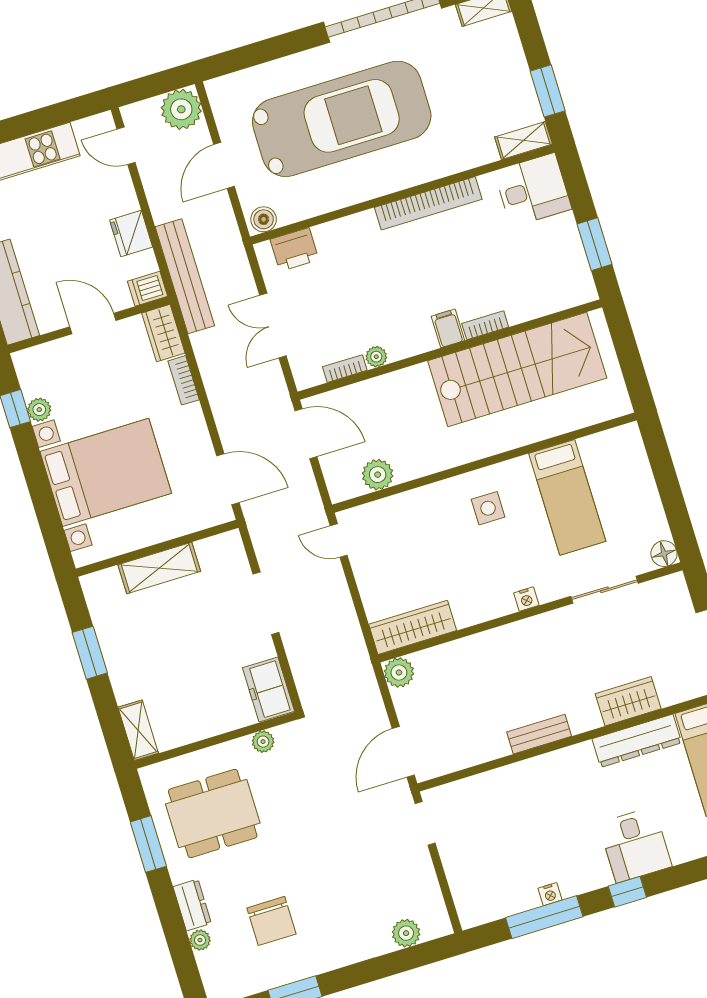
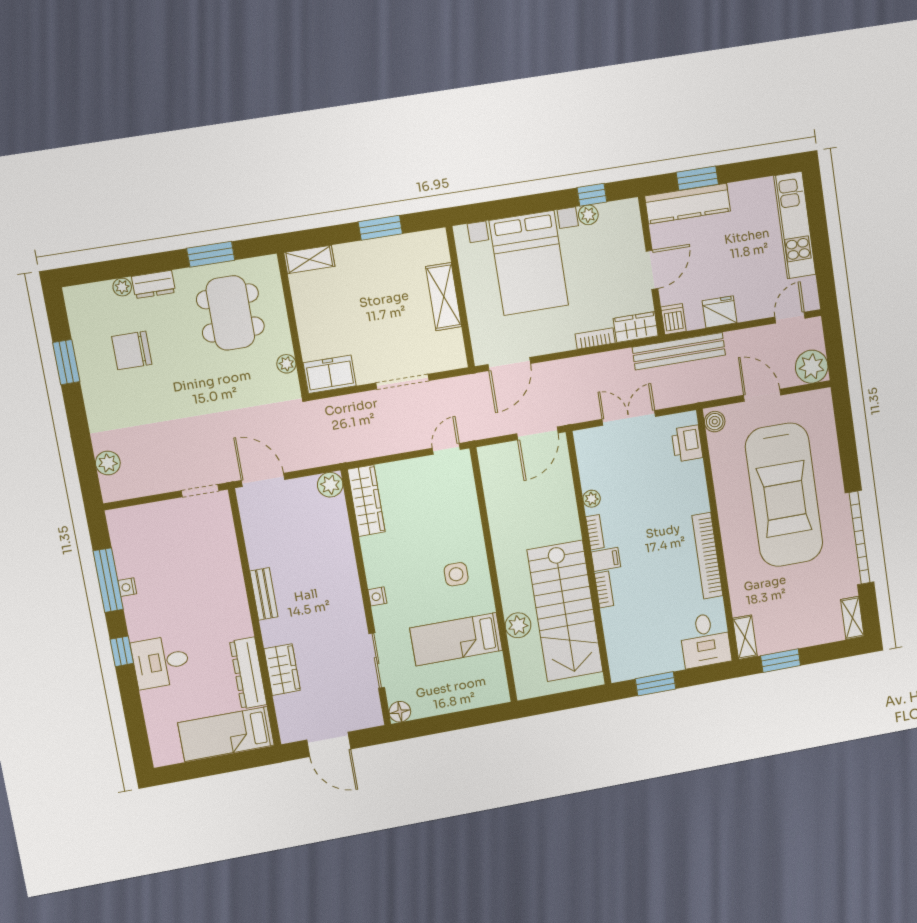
bookcase: (345, 369) -> (595, 532), moved
plant: (378, 475) -> (518, 625), moved

